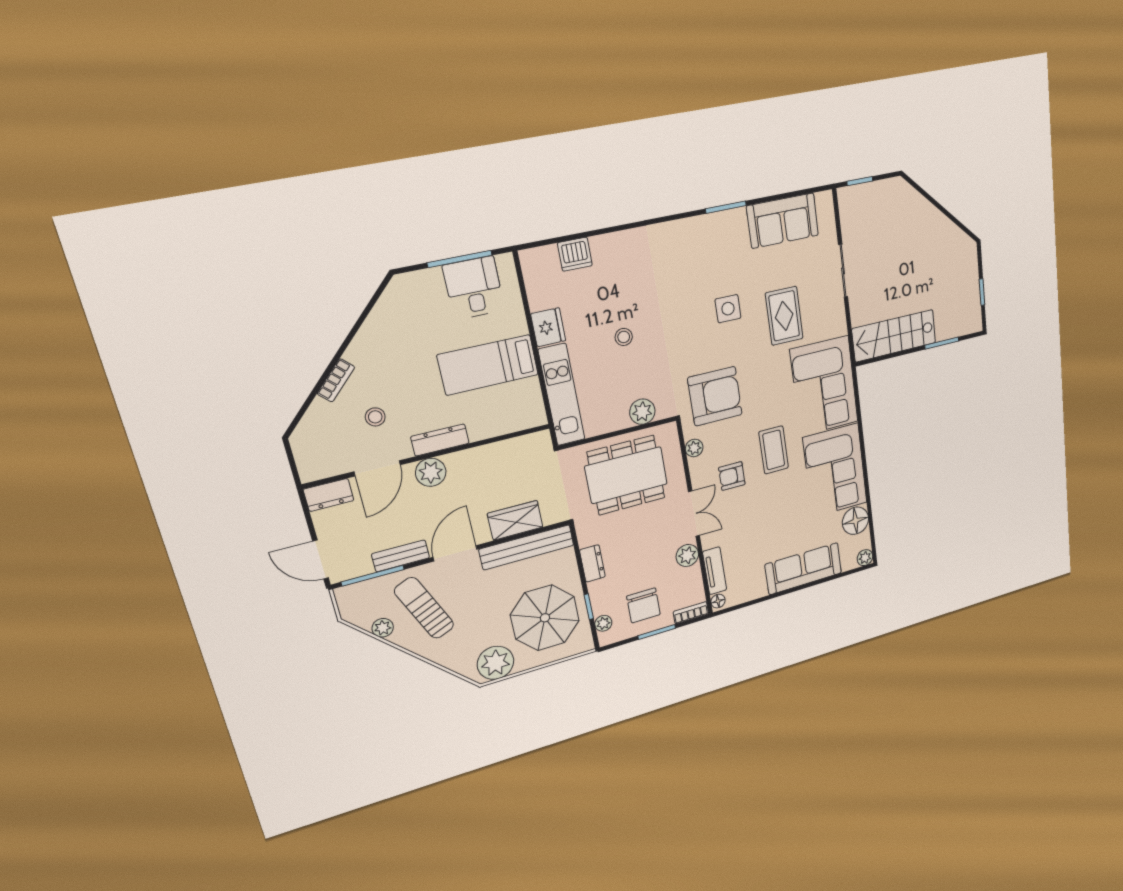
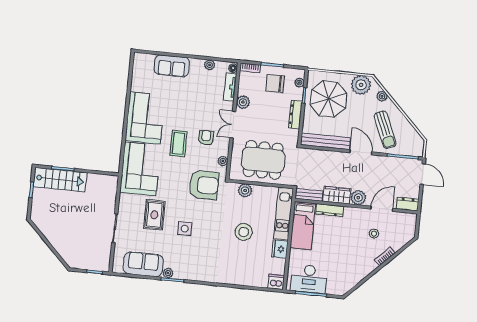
plant: (737, 218) -> (168, 273), added
dishwasher: (575, 254) -> (276, 282), moved
desk: (474, 288) -> (309, 279), width x1.37
stairs: (894, 336) -> (60, 180), moved
stool: (624, 337) -> (244, 232), width x1.89, depth x1.89
bed: (488, 365) -> (303, 226), moved, turned 90
armchair: (715, 396) -> (204, 185), turned 180
dresser: (440, 440) -> (330, 210), moved
armchair: (732, 476) -> (206, 138), turned -90
wardrobe: (515, 520) -> (337, 195), moved, turned 180
floor lamp: (855, 521) -> (139, 83), removed
door: (455, 553) -> (361, 152), swing flipped
bench: (401, 556) -> (309, 195), moved
plant: (865, 558) -> (210, 65), moved
dresser: (592, 563) -> (295, 115), width x1.44
sofa: (804, 569) -> (172, 66), width x0.73
chair: (644, 605) -> (275, 84), turned -90
plant: (383, 628) -> (382, 96), moved

